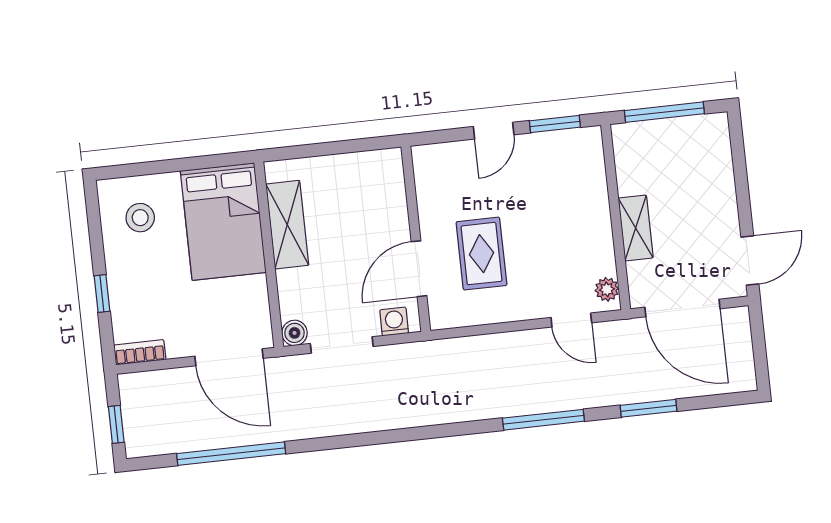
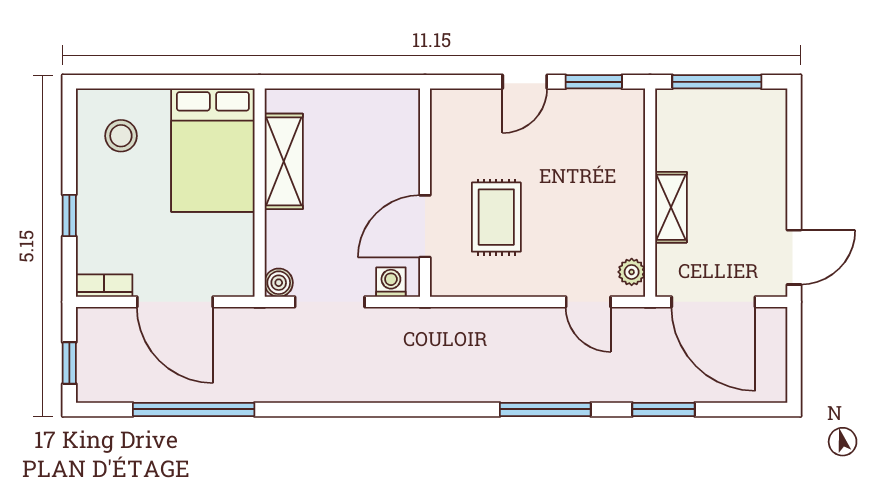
door: (229, 357) -> (175, 302), moved

